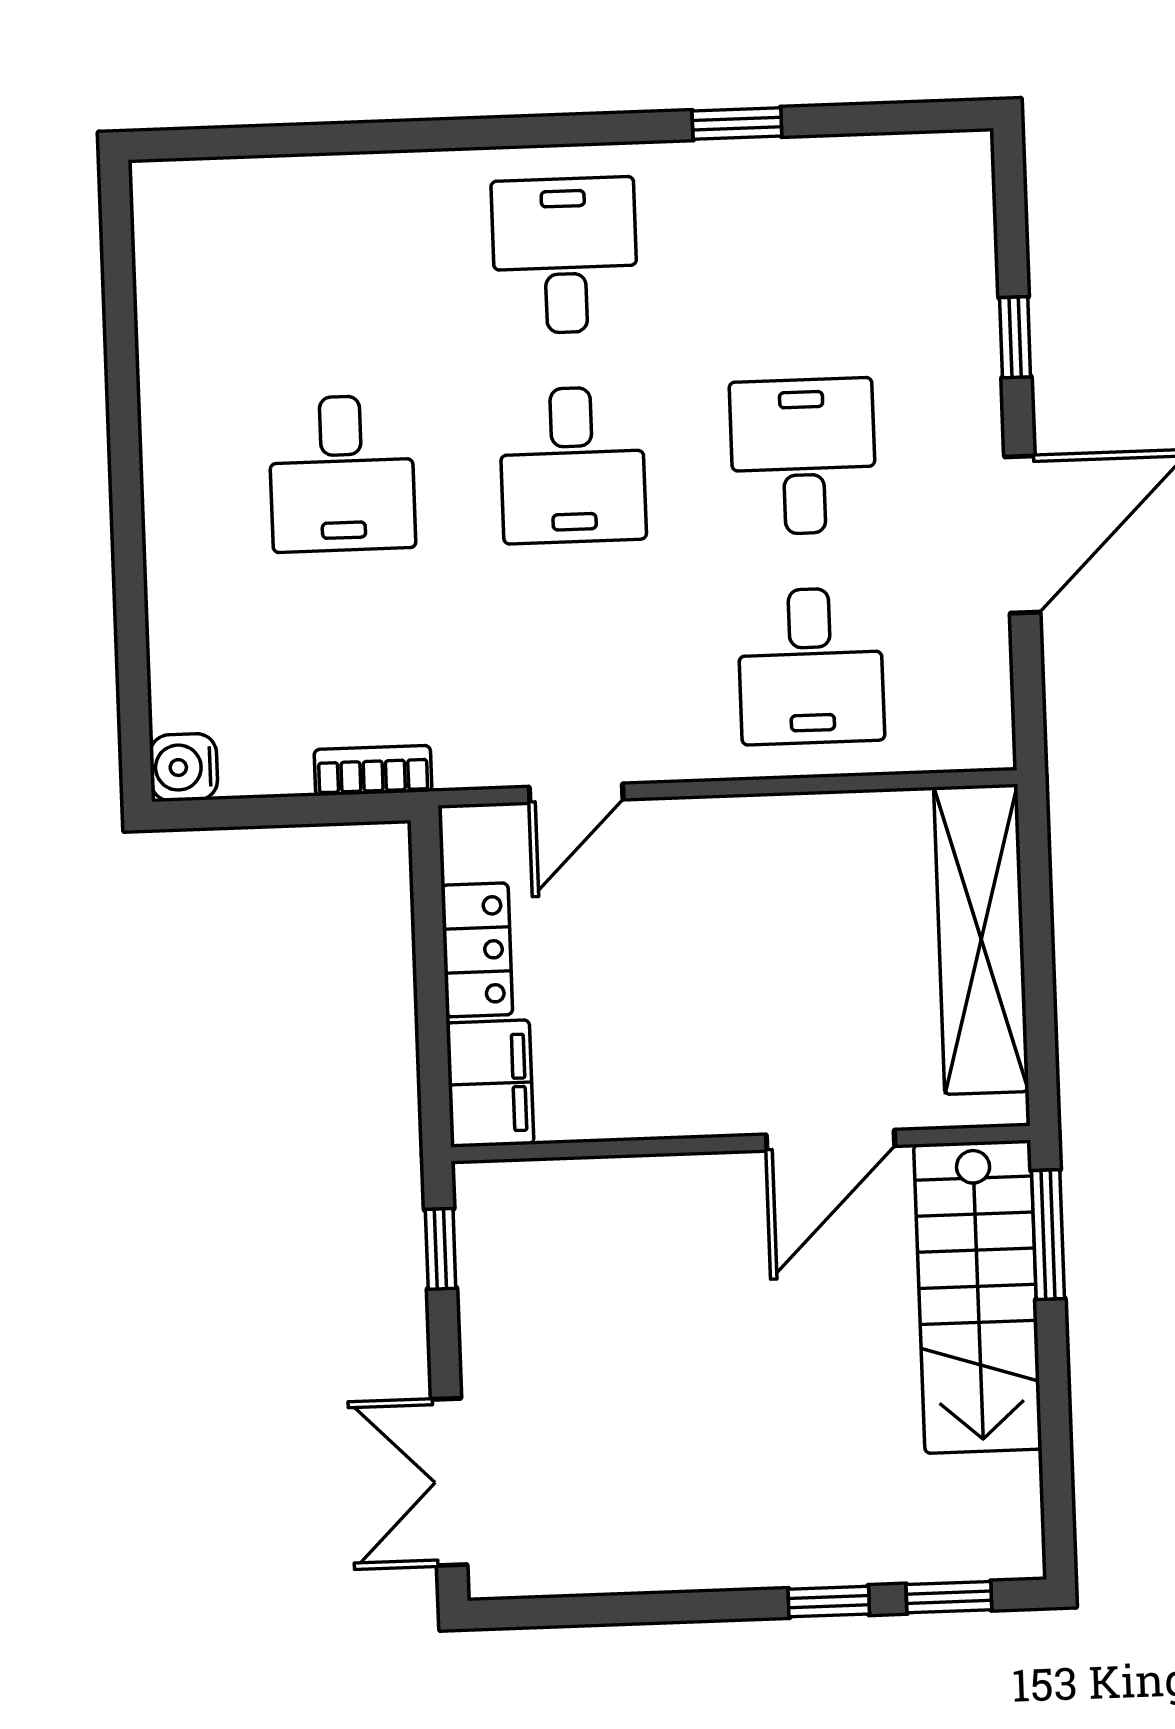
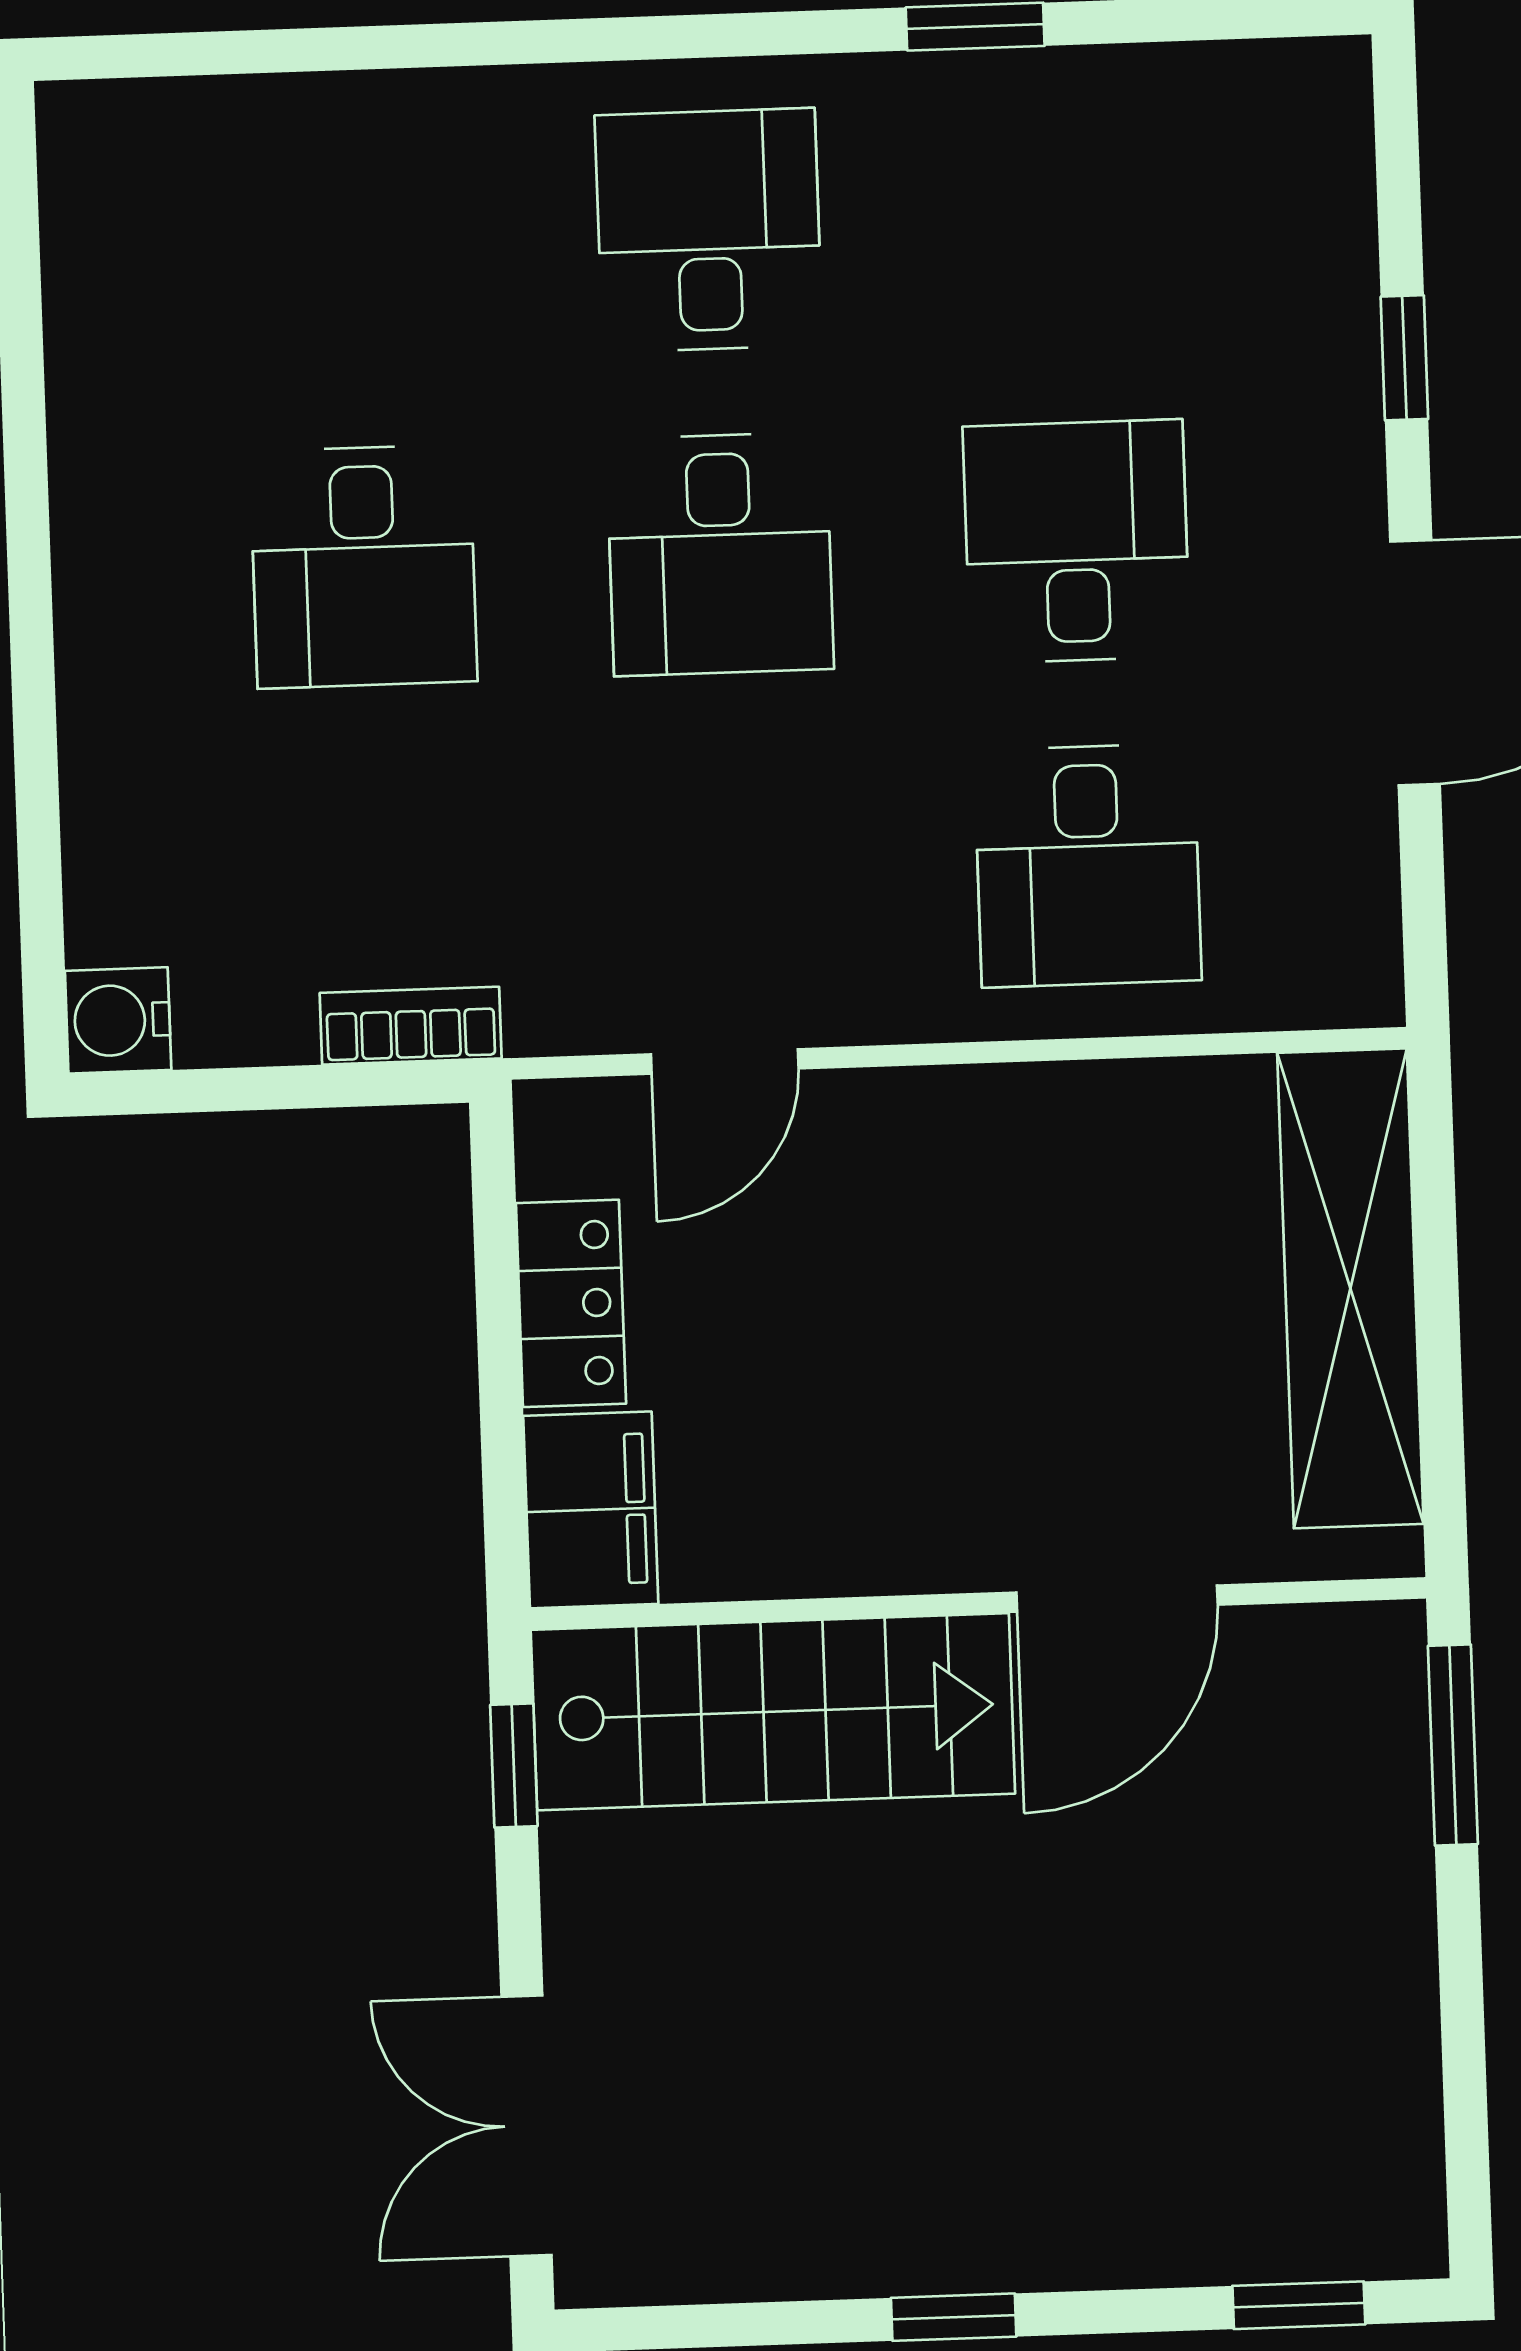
stairs: (978, 1297) -> (773, 1712), moved, turned -90
window: (829, 1602) -> (954, 2317), moved

